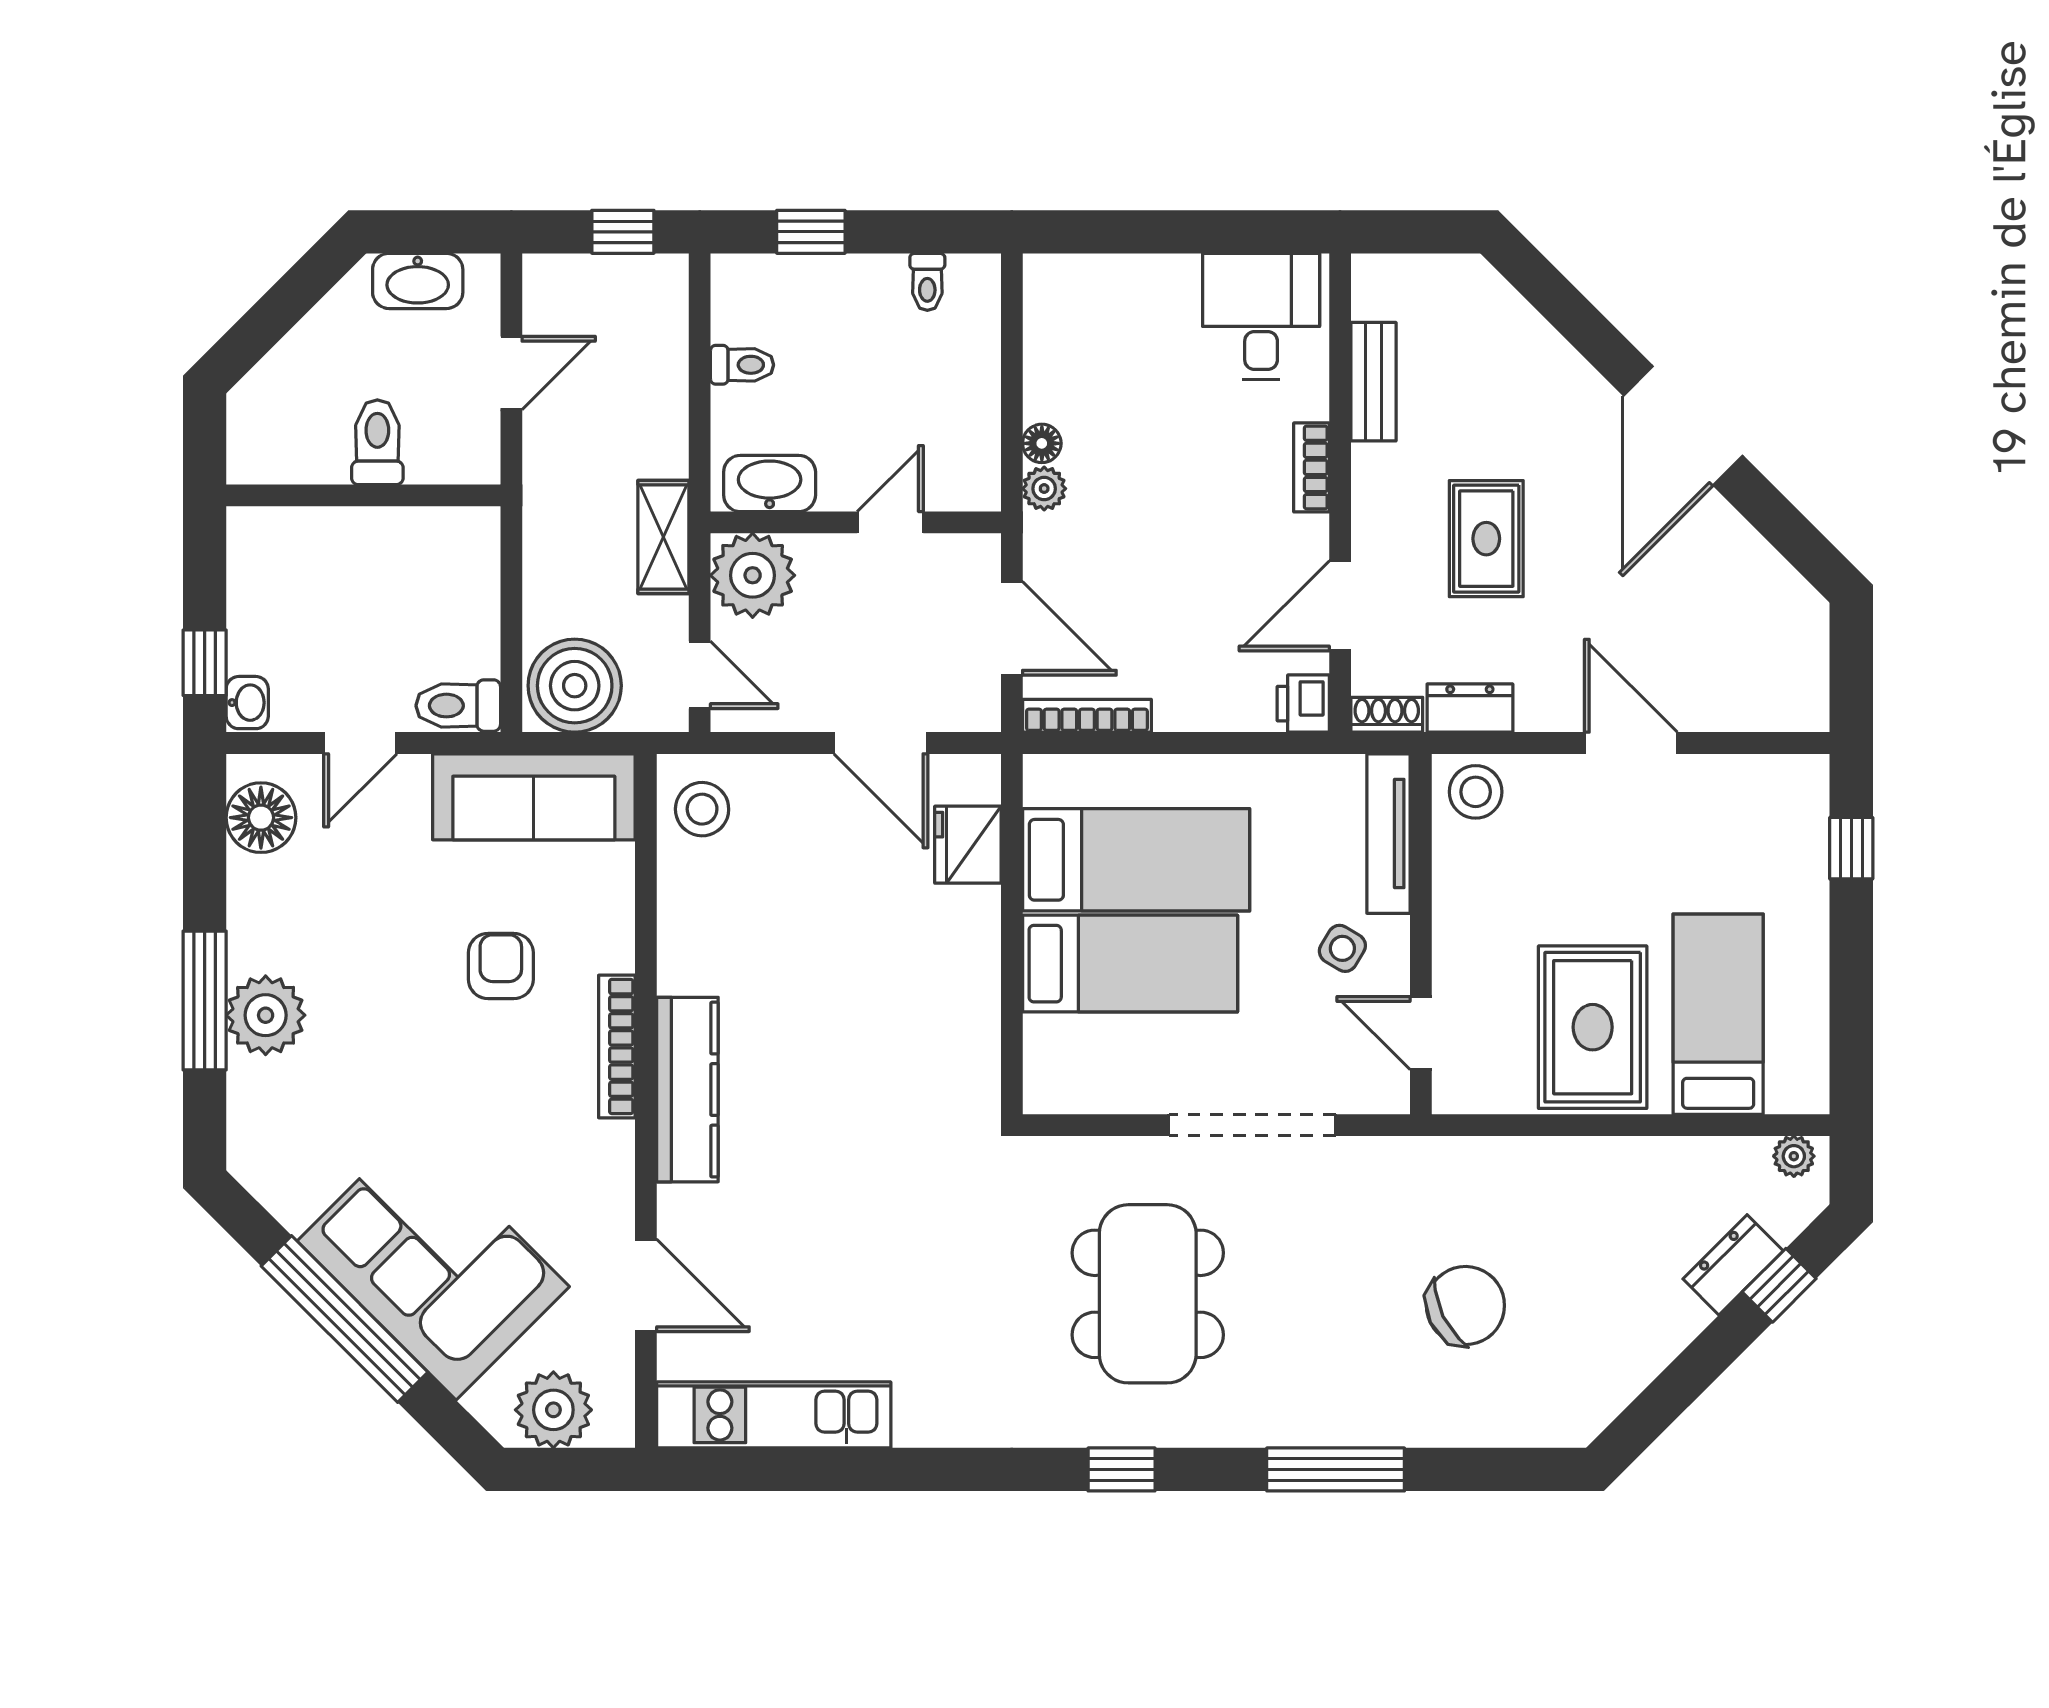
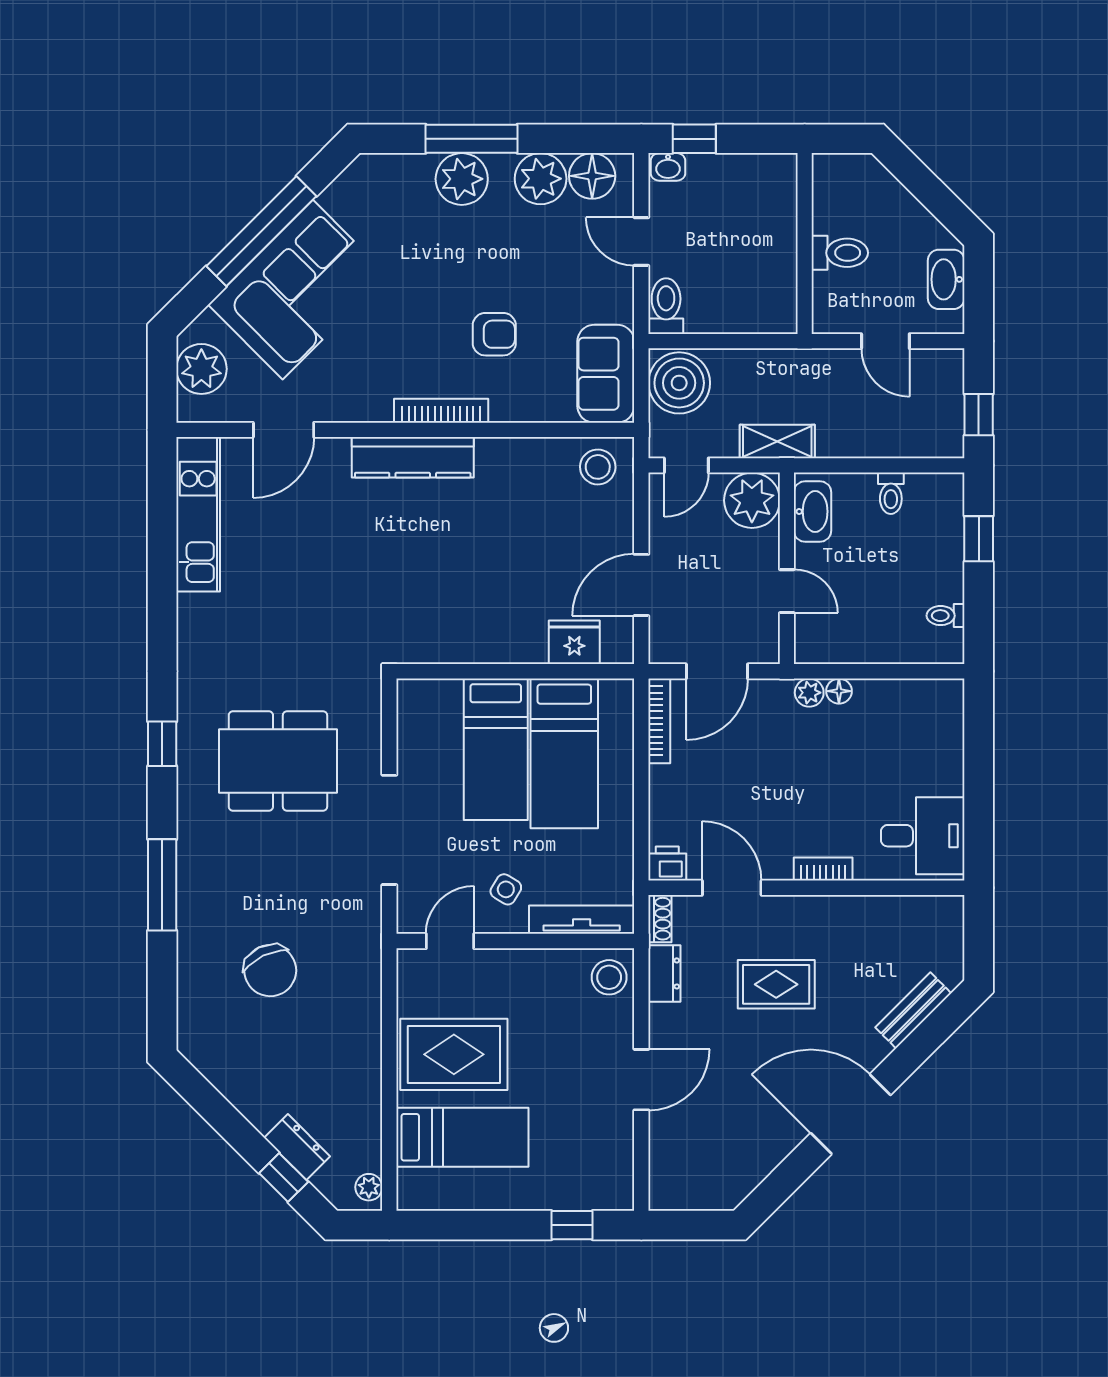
bench: (1373, 382) -> (913, 1010), moved, turned -45
sofa: (534, 797) -> (606, 374), width x0.73
plant: (265, 896) -> (541, 179), added

